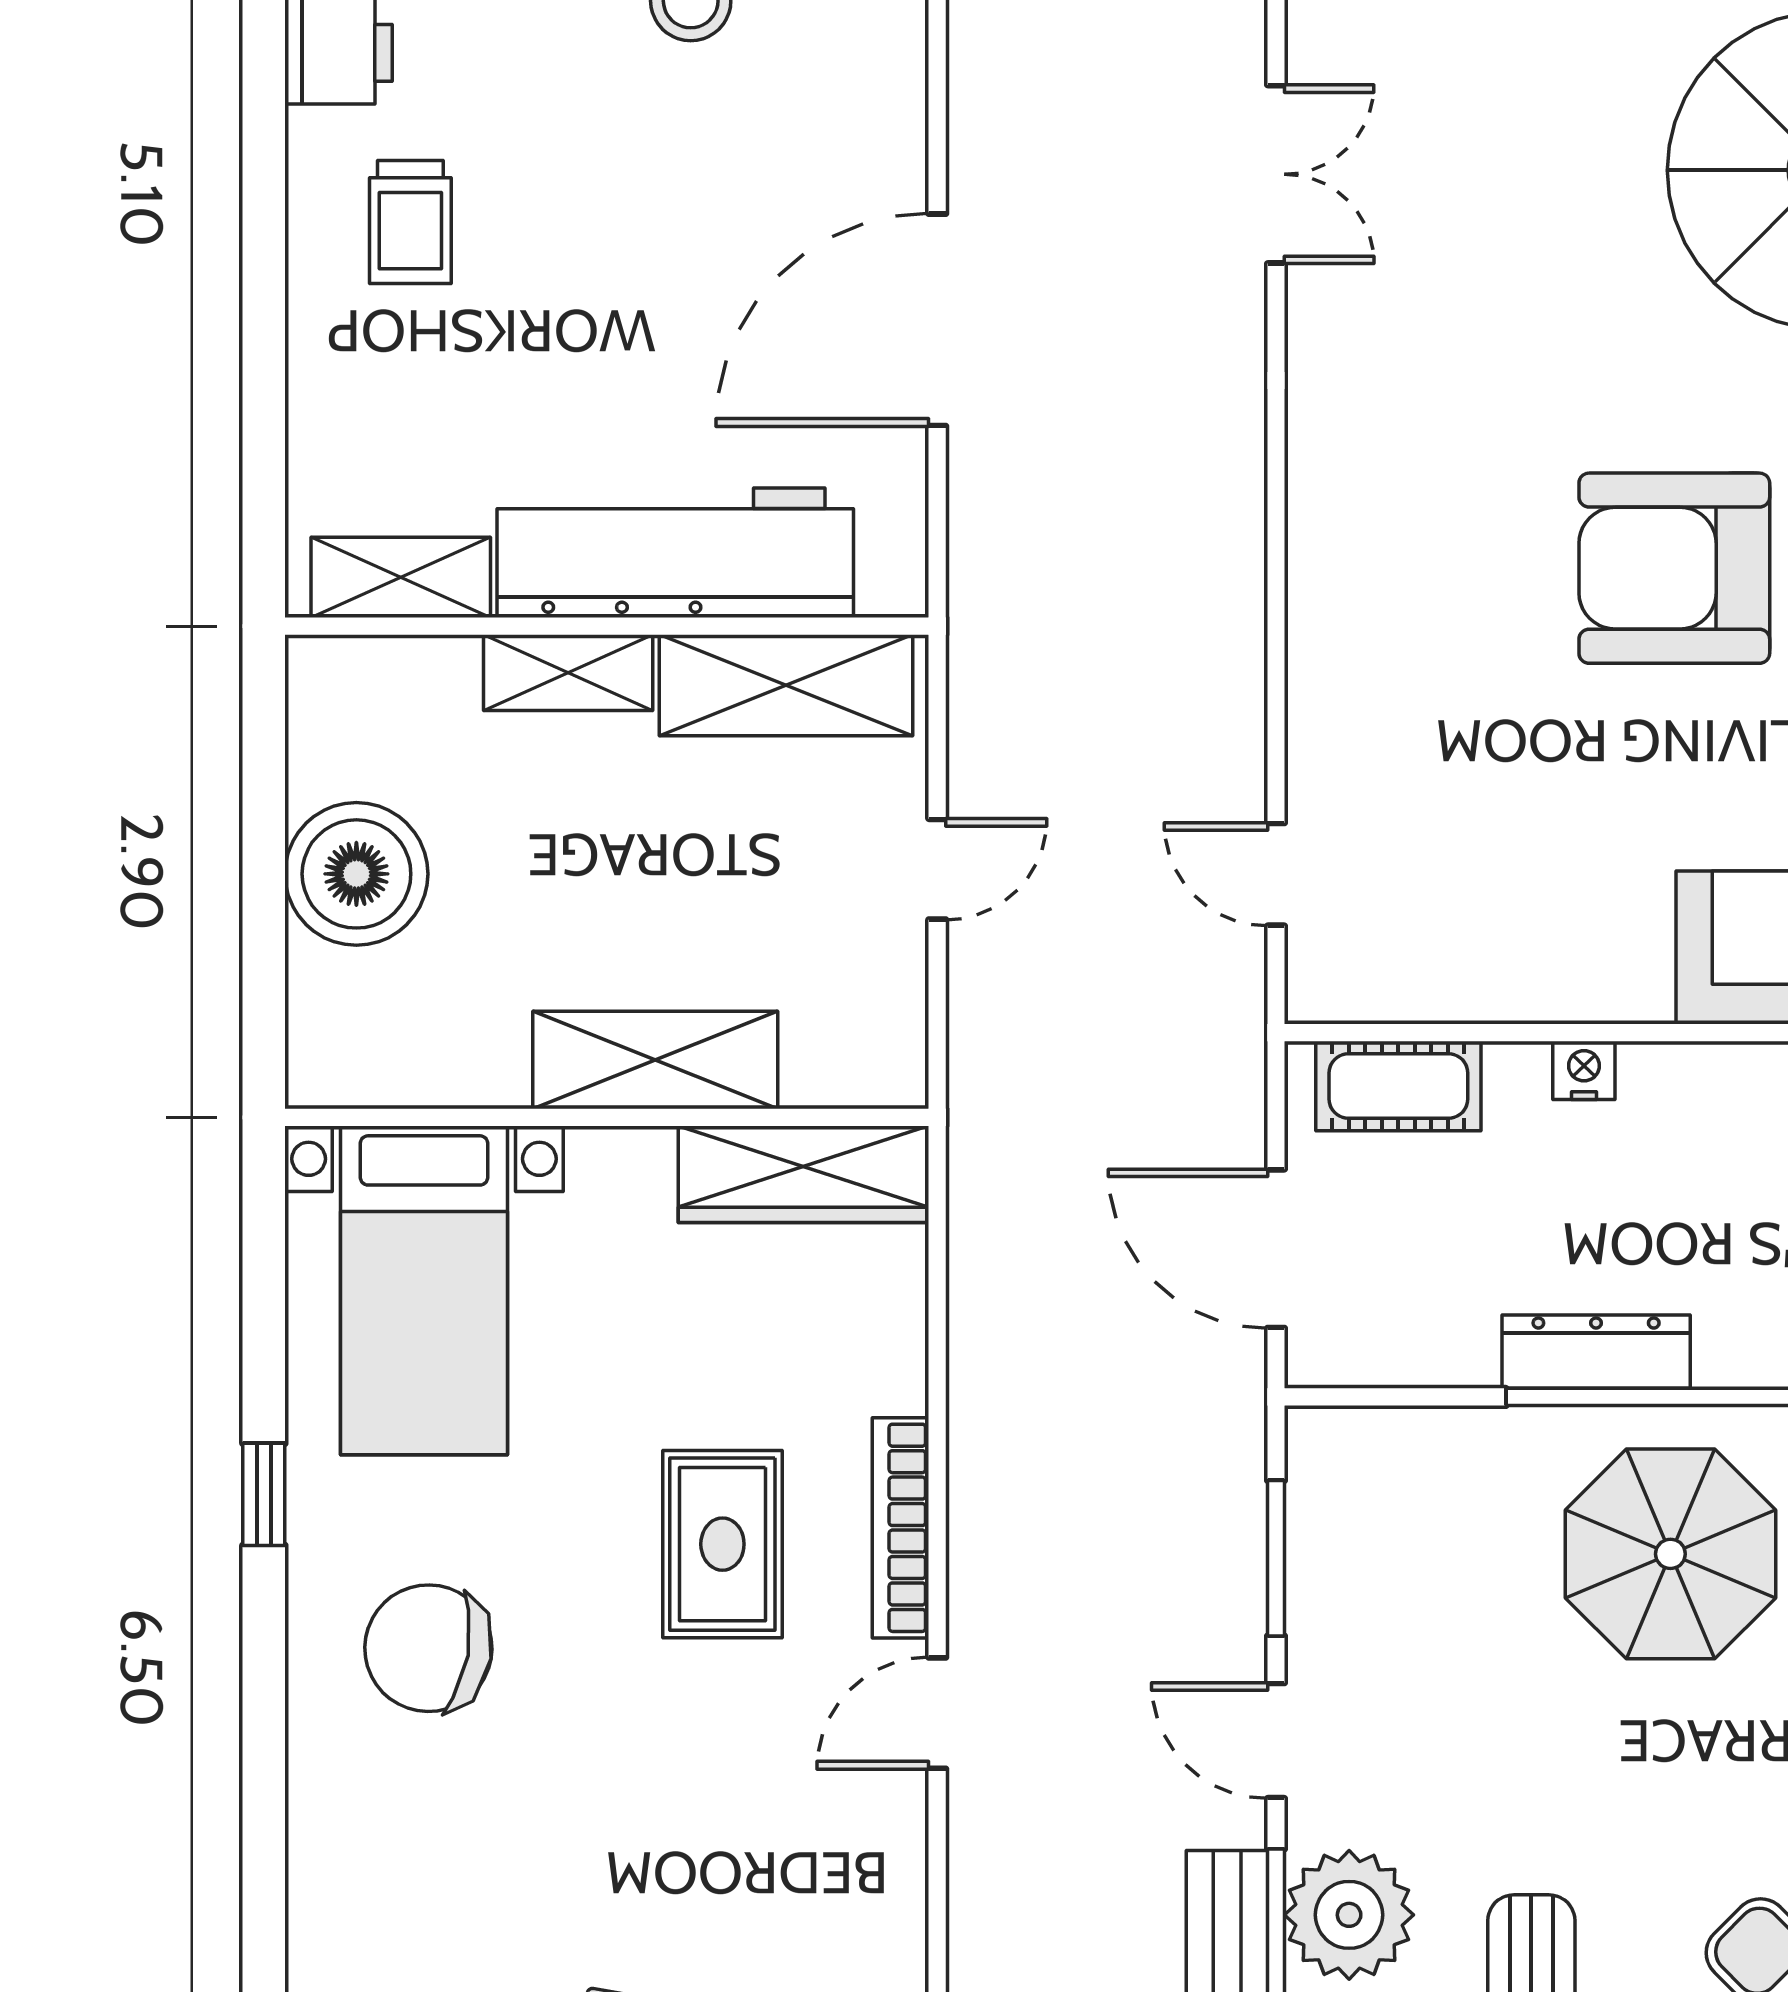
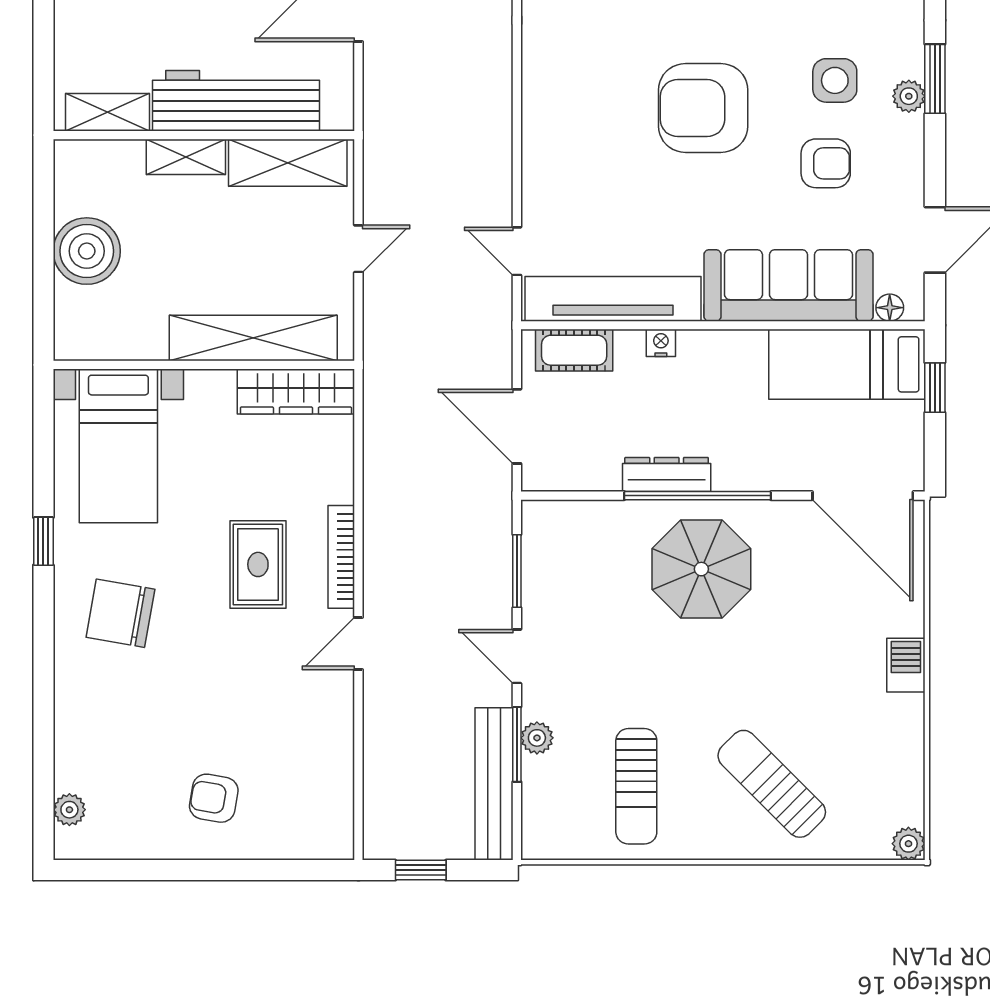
tv unit: (1481, 976) -> (613, 299), added
shelving: (655, 1060) -> (253, 338), width x1.47
plant: (1349, 1915) -> (537, 738), width x0.53, depth x0.53

